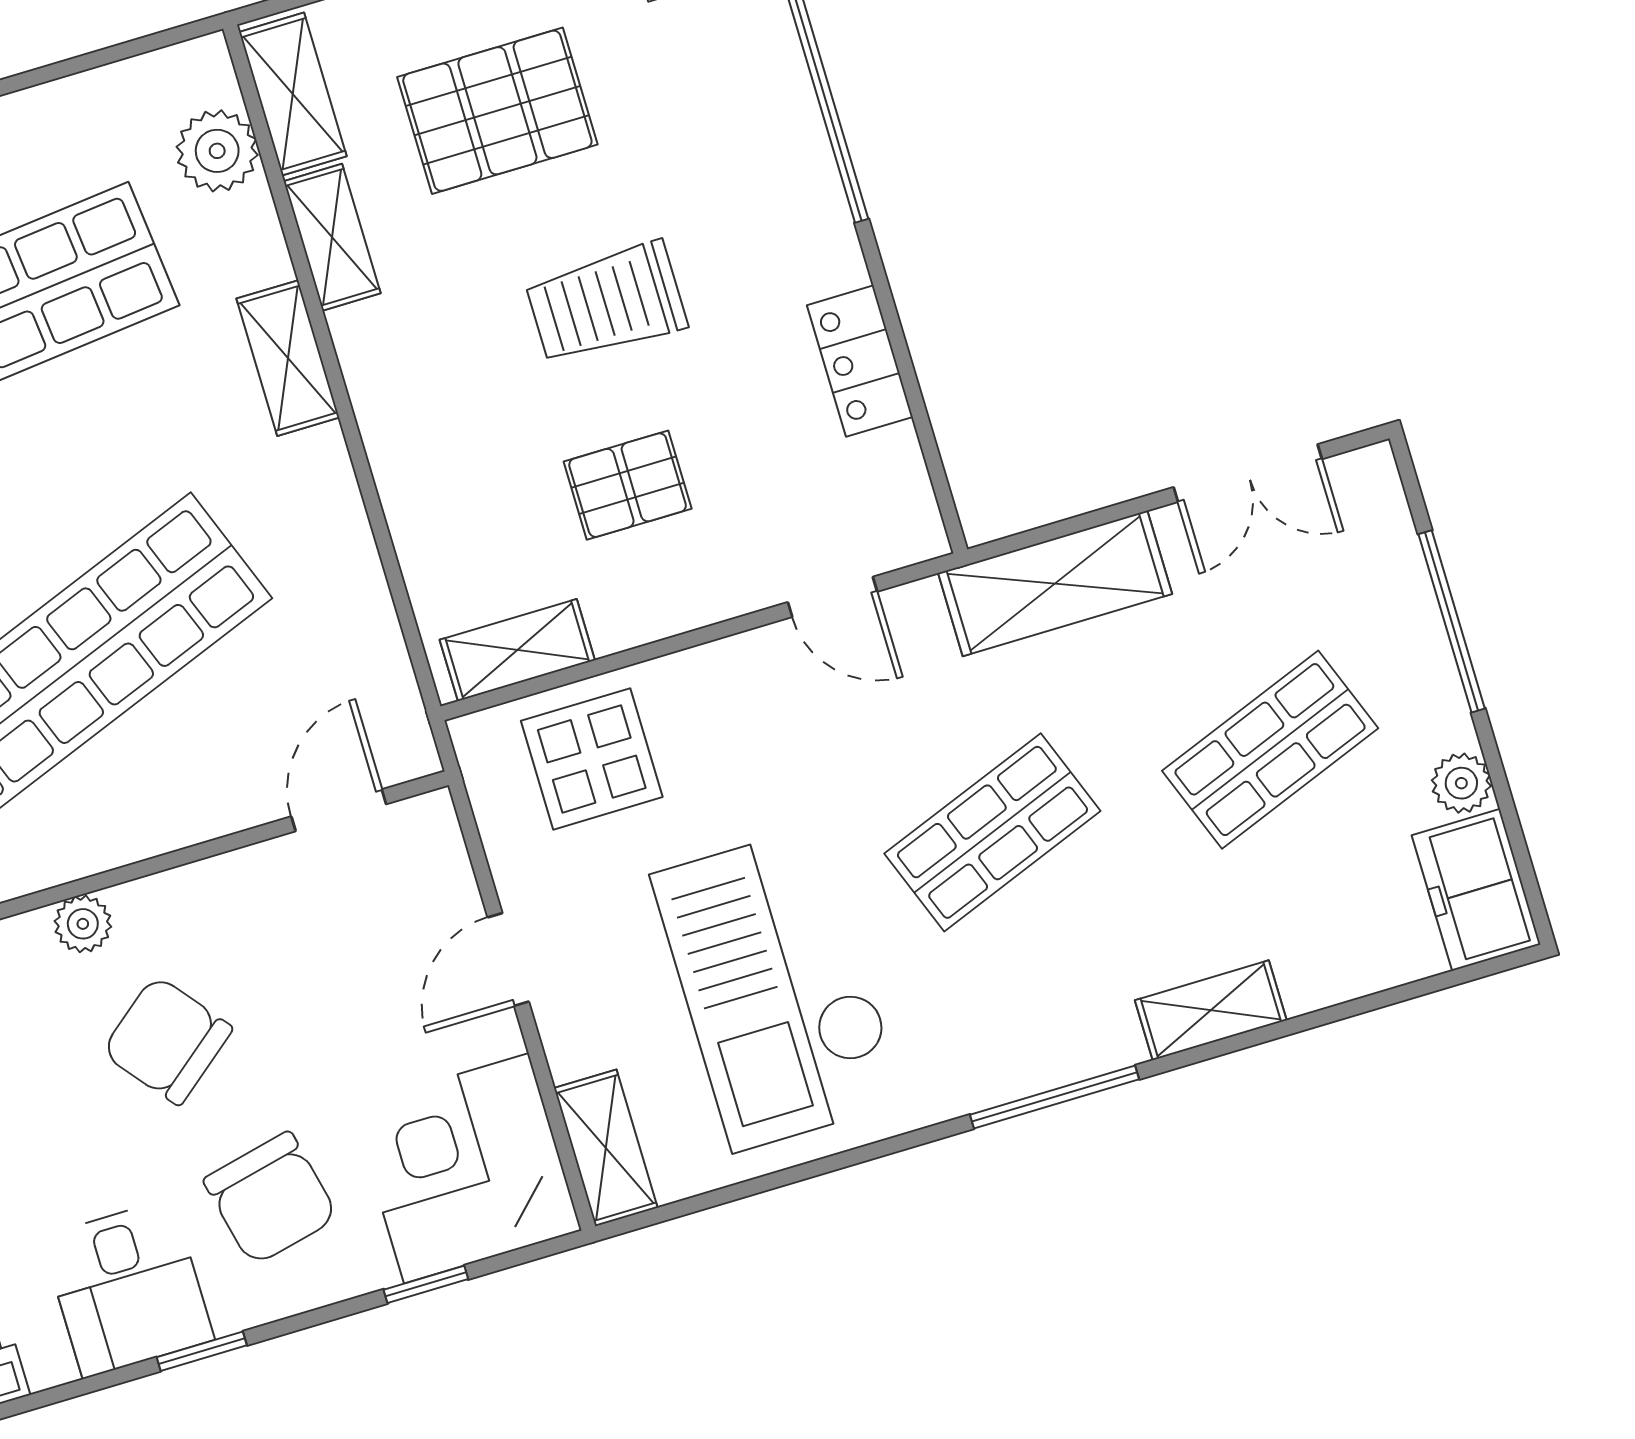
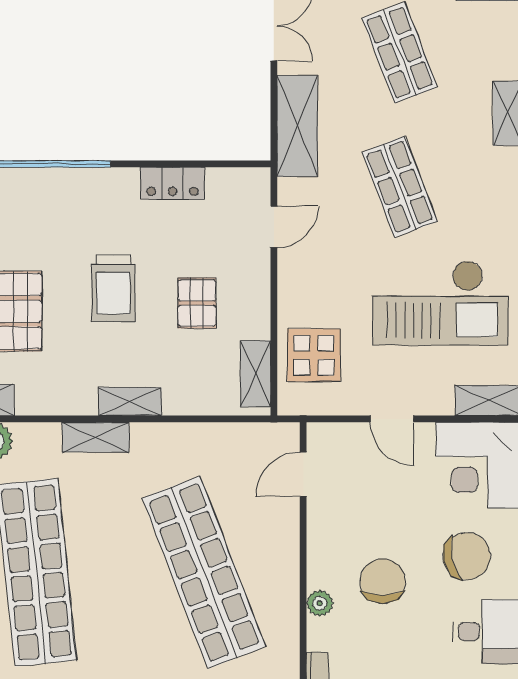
shelving: (332, 237) -> (130, 401), moved
door: (339, 810) -> (303, 474), hinge flipped
chair: (167, 1040) -> (383, 581), turned 129

